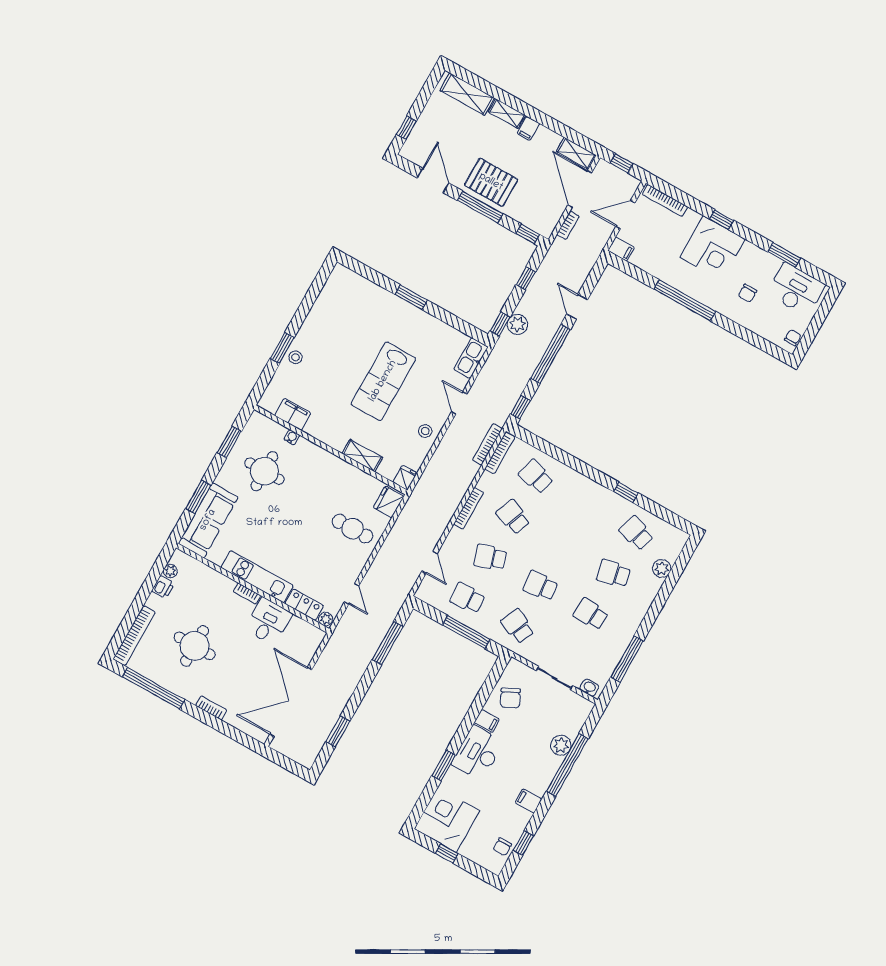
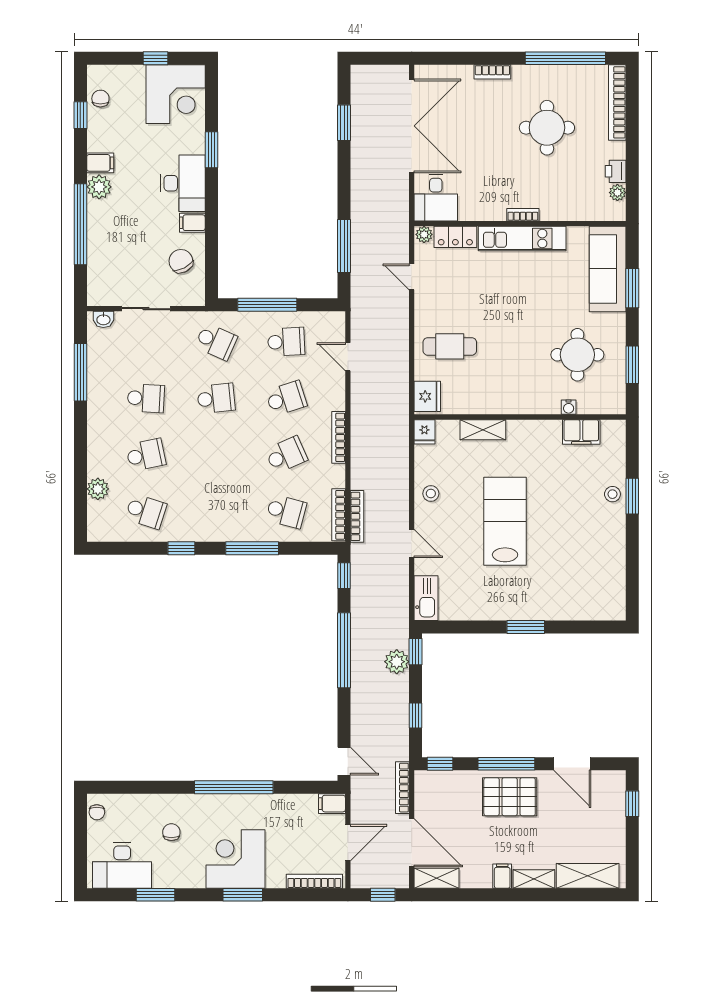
window: (722, 220) -> (243, 895), width x1.50
bookcase: (568, 225) -> (402, 788), width x1.56
door: (577, 307) -> (344, 761), moved
window: (575, 464) -> (252, 548), added
school desk: (513, 517) -> (286, 455), turned -45
desk: (268, 621) -> (436, 198), moved
plant: (561, 745) -> (99, 187), moved

